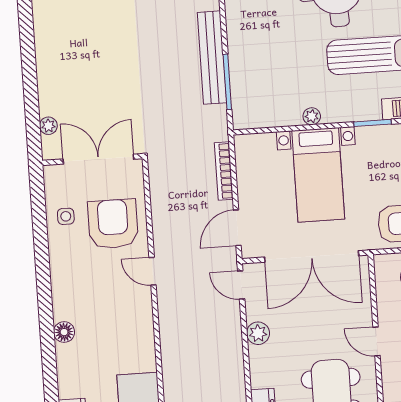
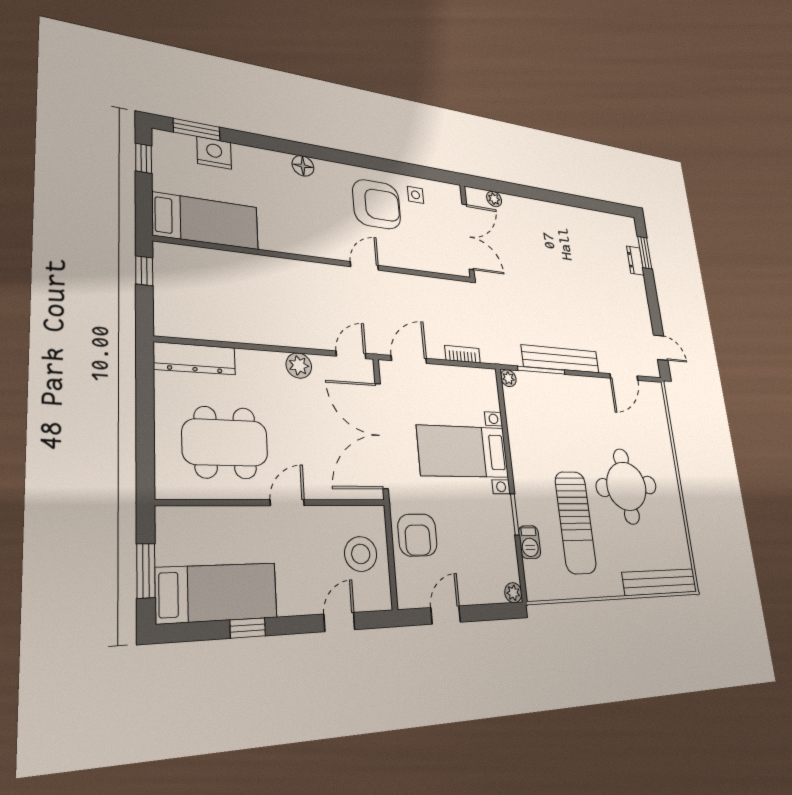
plant: (312, 116) -> (508, 378), moved
bookcase: (224, 171) -> (462, 354), width x0.64
armchair: (113, 224) -> (377, 204), moved
door: (237, 228) -> (409, 359), hinge flipped

